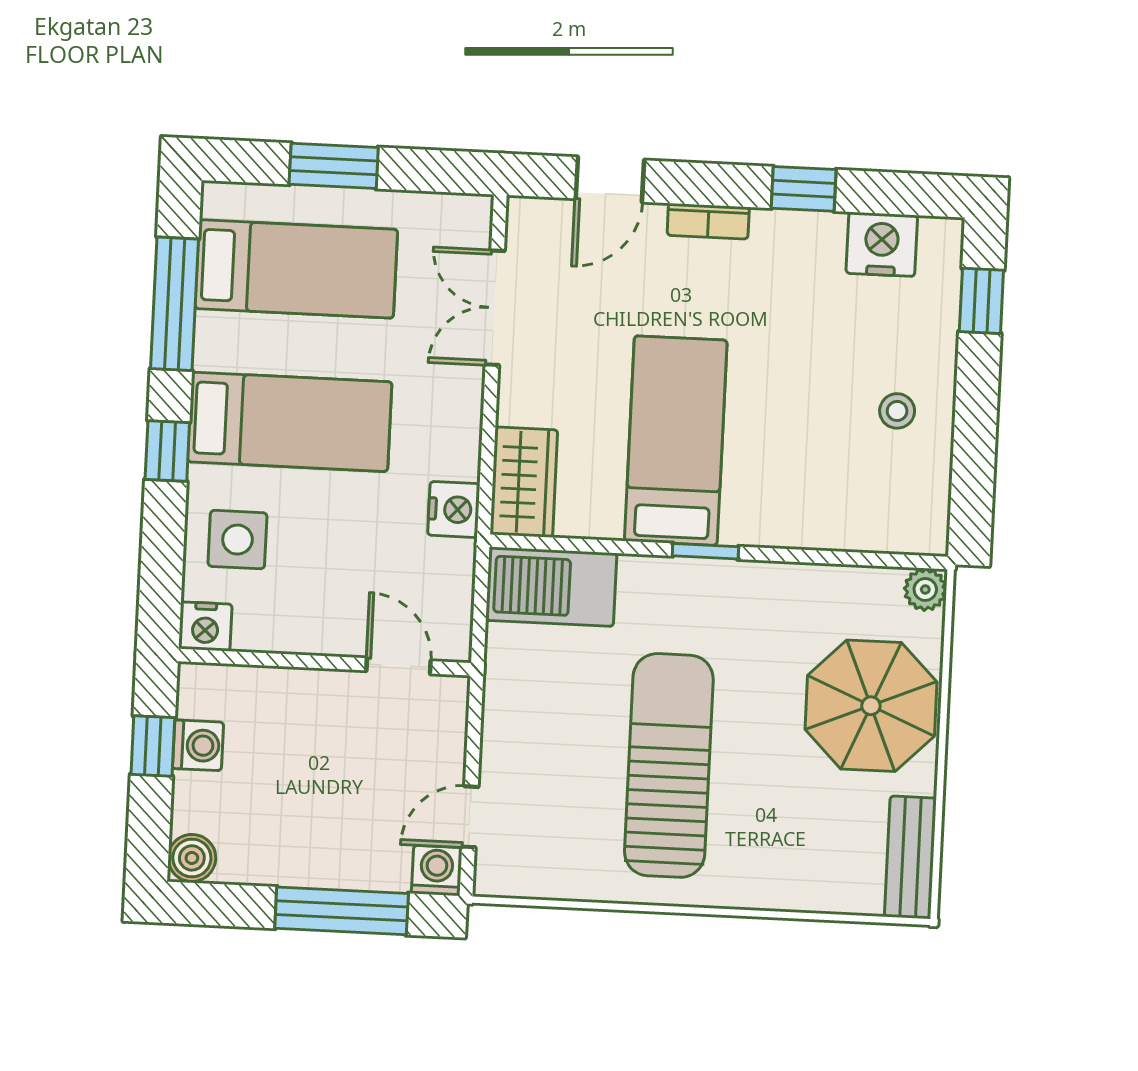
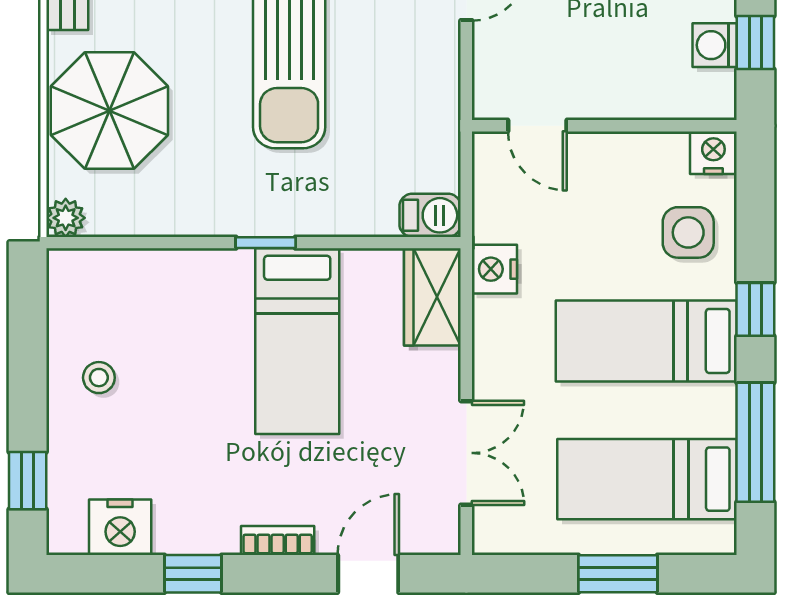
barbecue: (551, 587) -> (430, 215), width x0.53, depth x0.65

